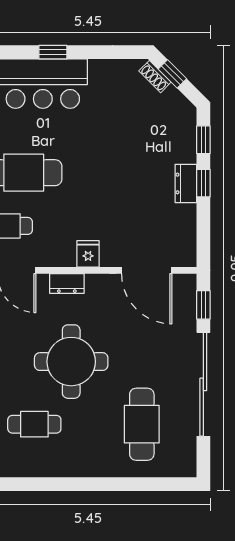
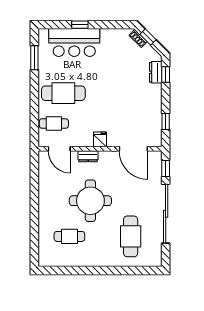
dresser: (186, 183) -> (156, 72), moved
window: (203, 183) -> (166, 122), moved

